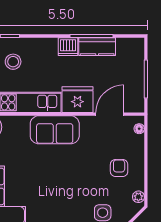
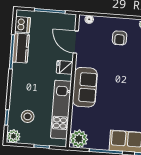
dishwasher: (68, 47) -> (22, 25), moved
fridge: (77, 100) -> (65, 67), width x0.53, depth x0.75
armchair: (119, 168) -> (120, 38), turned -90

